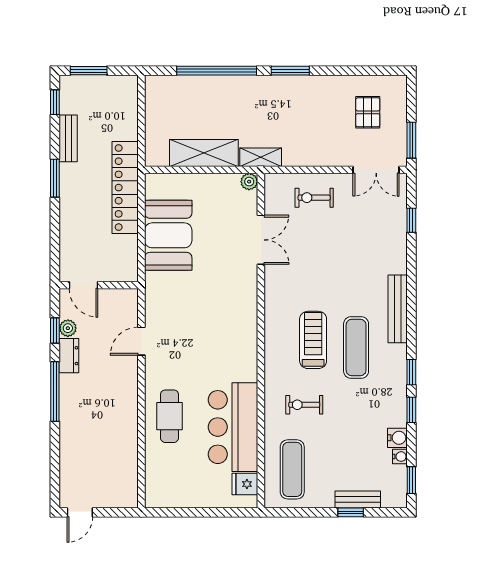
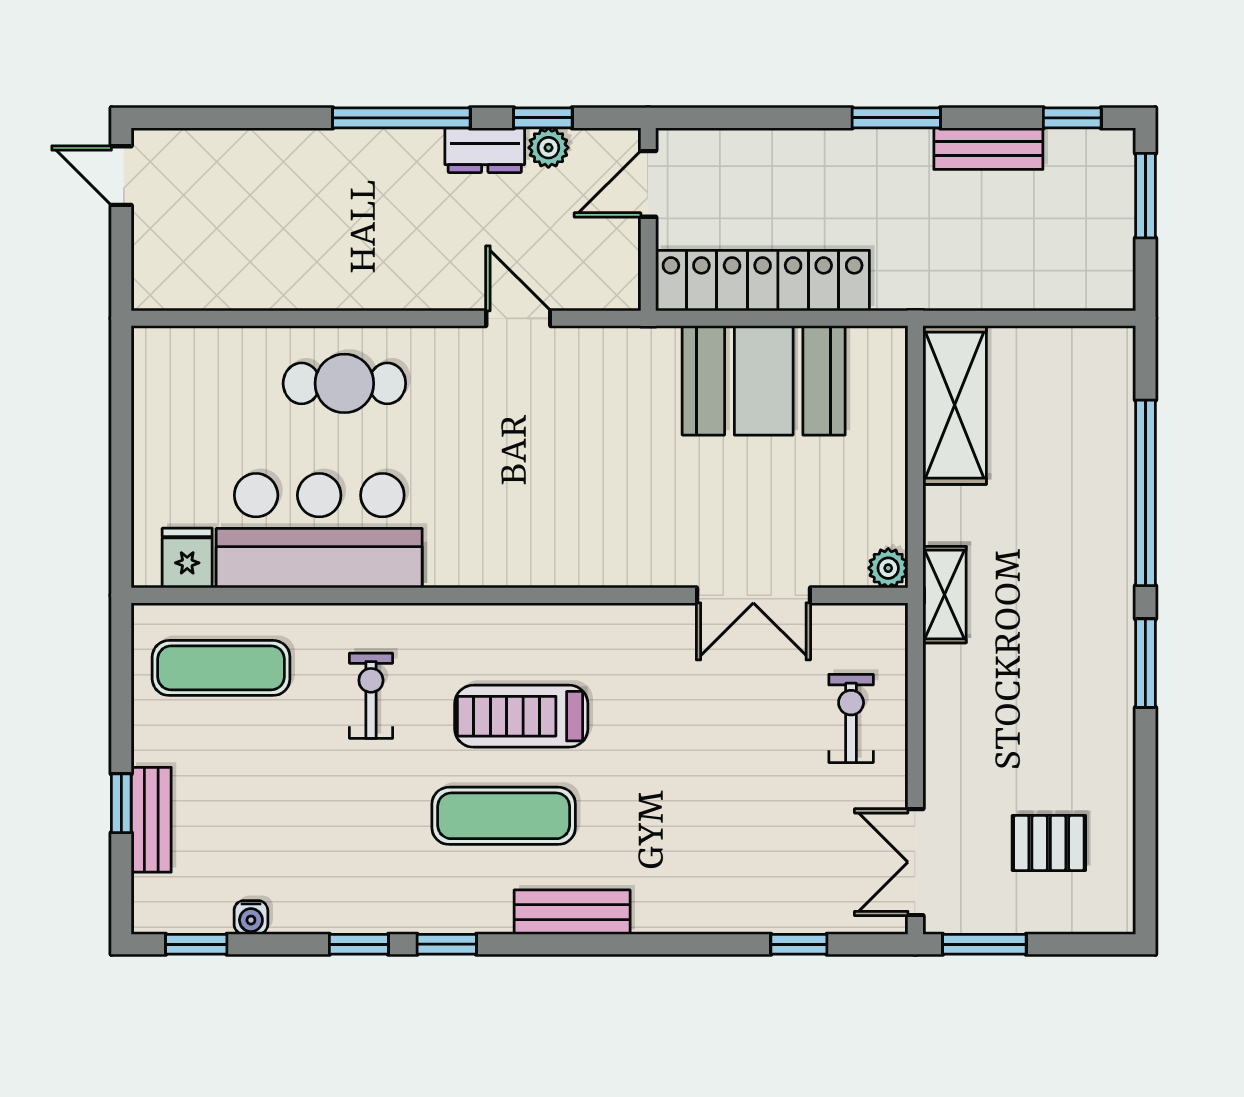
shelving: (204, 153) -> (955, 405), moved
locker: (125, 188) -> (763, 281), moved
bench: (398, 309) -> (572, 912), width x0.73
treadmill: (313, 340) -> (521, 716), turned 180
water cooler: (397, 438) -> (294, 912), removed

